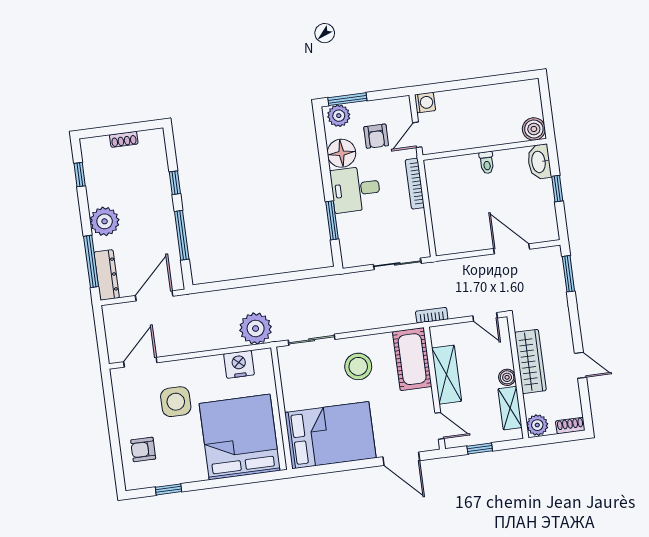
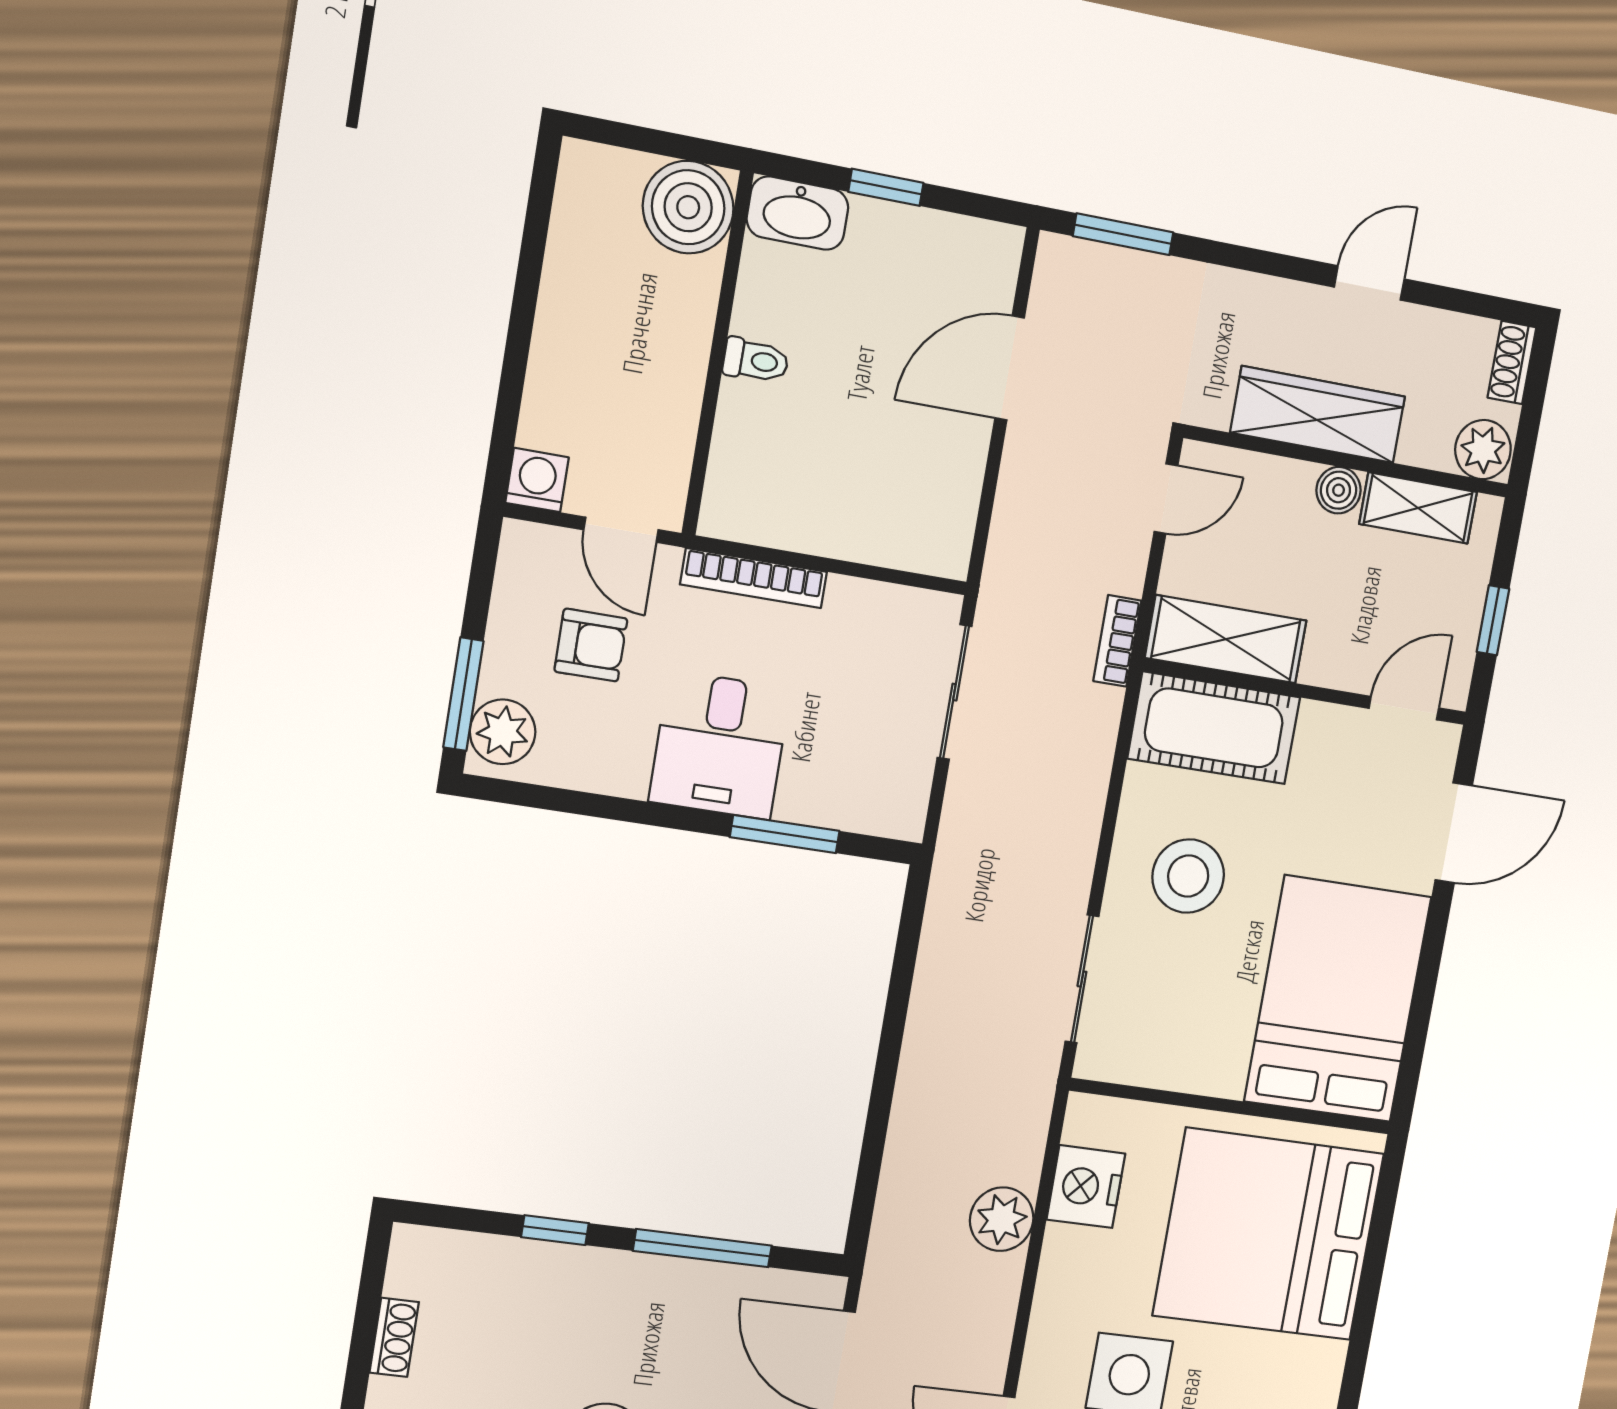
boiler: (534, 129) -> (688, 207), width x1.37, depth x1.37
floor lamp: (341, 153) -> (610, 755), removed
plant: (256, 328) -> (1002, 1219), moved, width x0.73, depth x0.73
shelving: (447, 375) -> (1226, 639), moved

